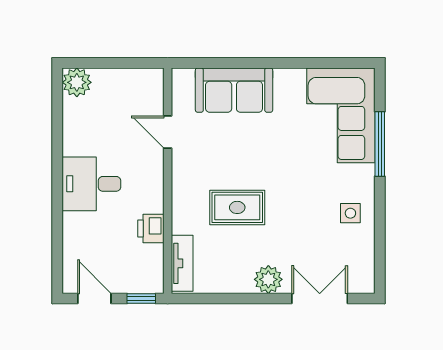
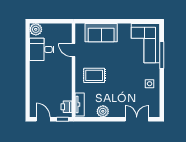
desk: (91, 184) -> (42, 49), moved
rug: (237, 207) -> (94, 75), moved
printer: (151, 228) -> (67, 107), moved
plant: (268, 279) -> (103, 111), moved

